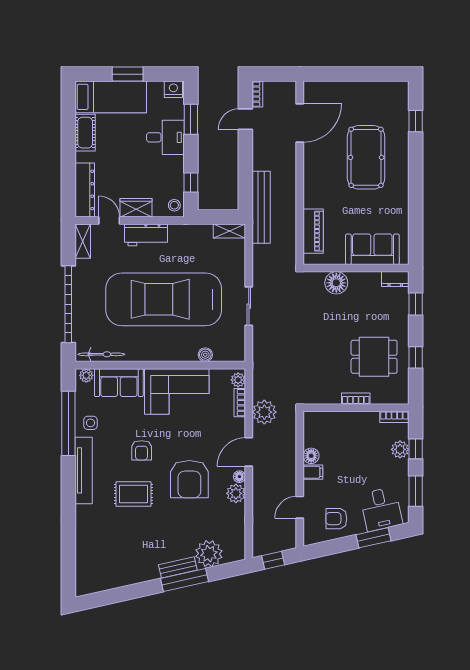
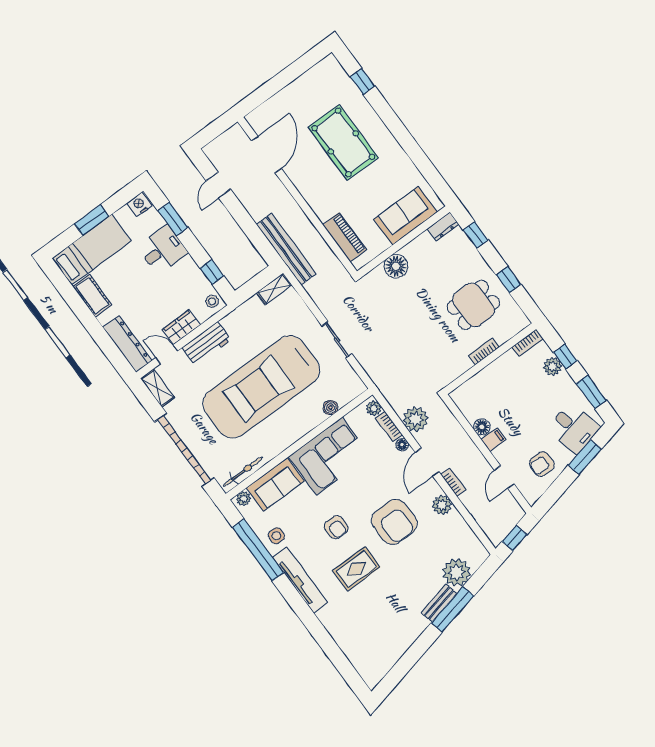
bookcase: (257, 94) -> (453, 482), moved
floor lamp: (239, 477) -> (402, 445), moved

